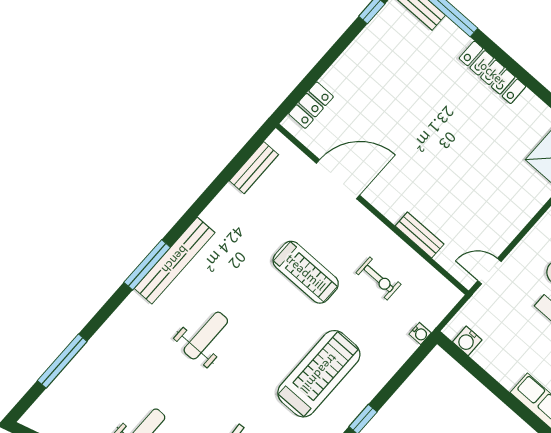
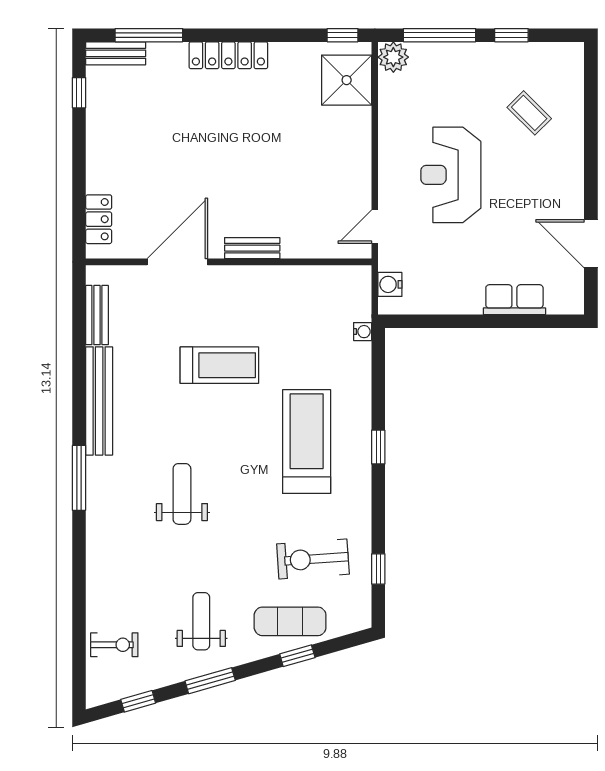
bench: (420, 235) -> (252, 248), moved
bench: (175, 260) -> (99, 401), moved
exercise bike: (379, 279) -> (114, 645), moved
water cooler: (467, 341) -> (390, 284), moved, turned 90
window: (62, 361) -> (79, 623), removed

